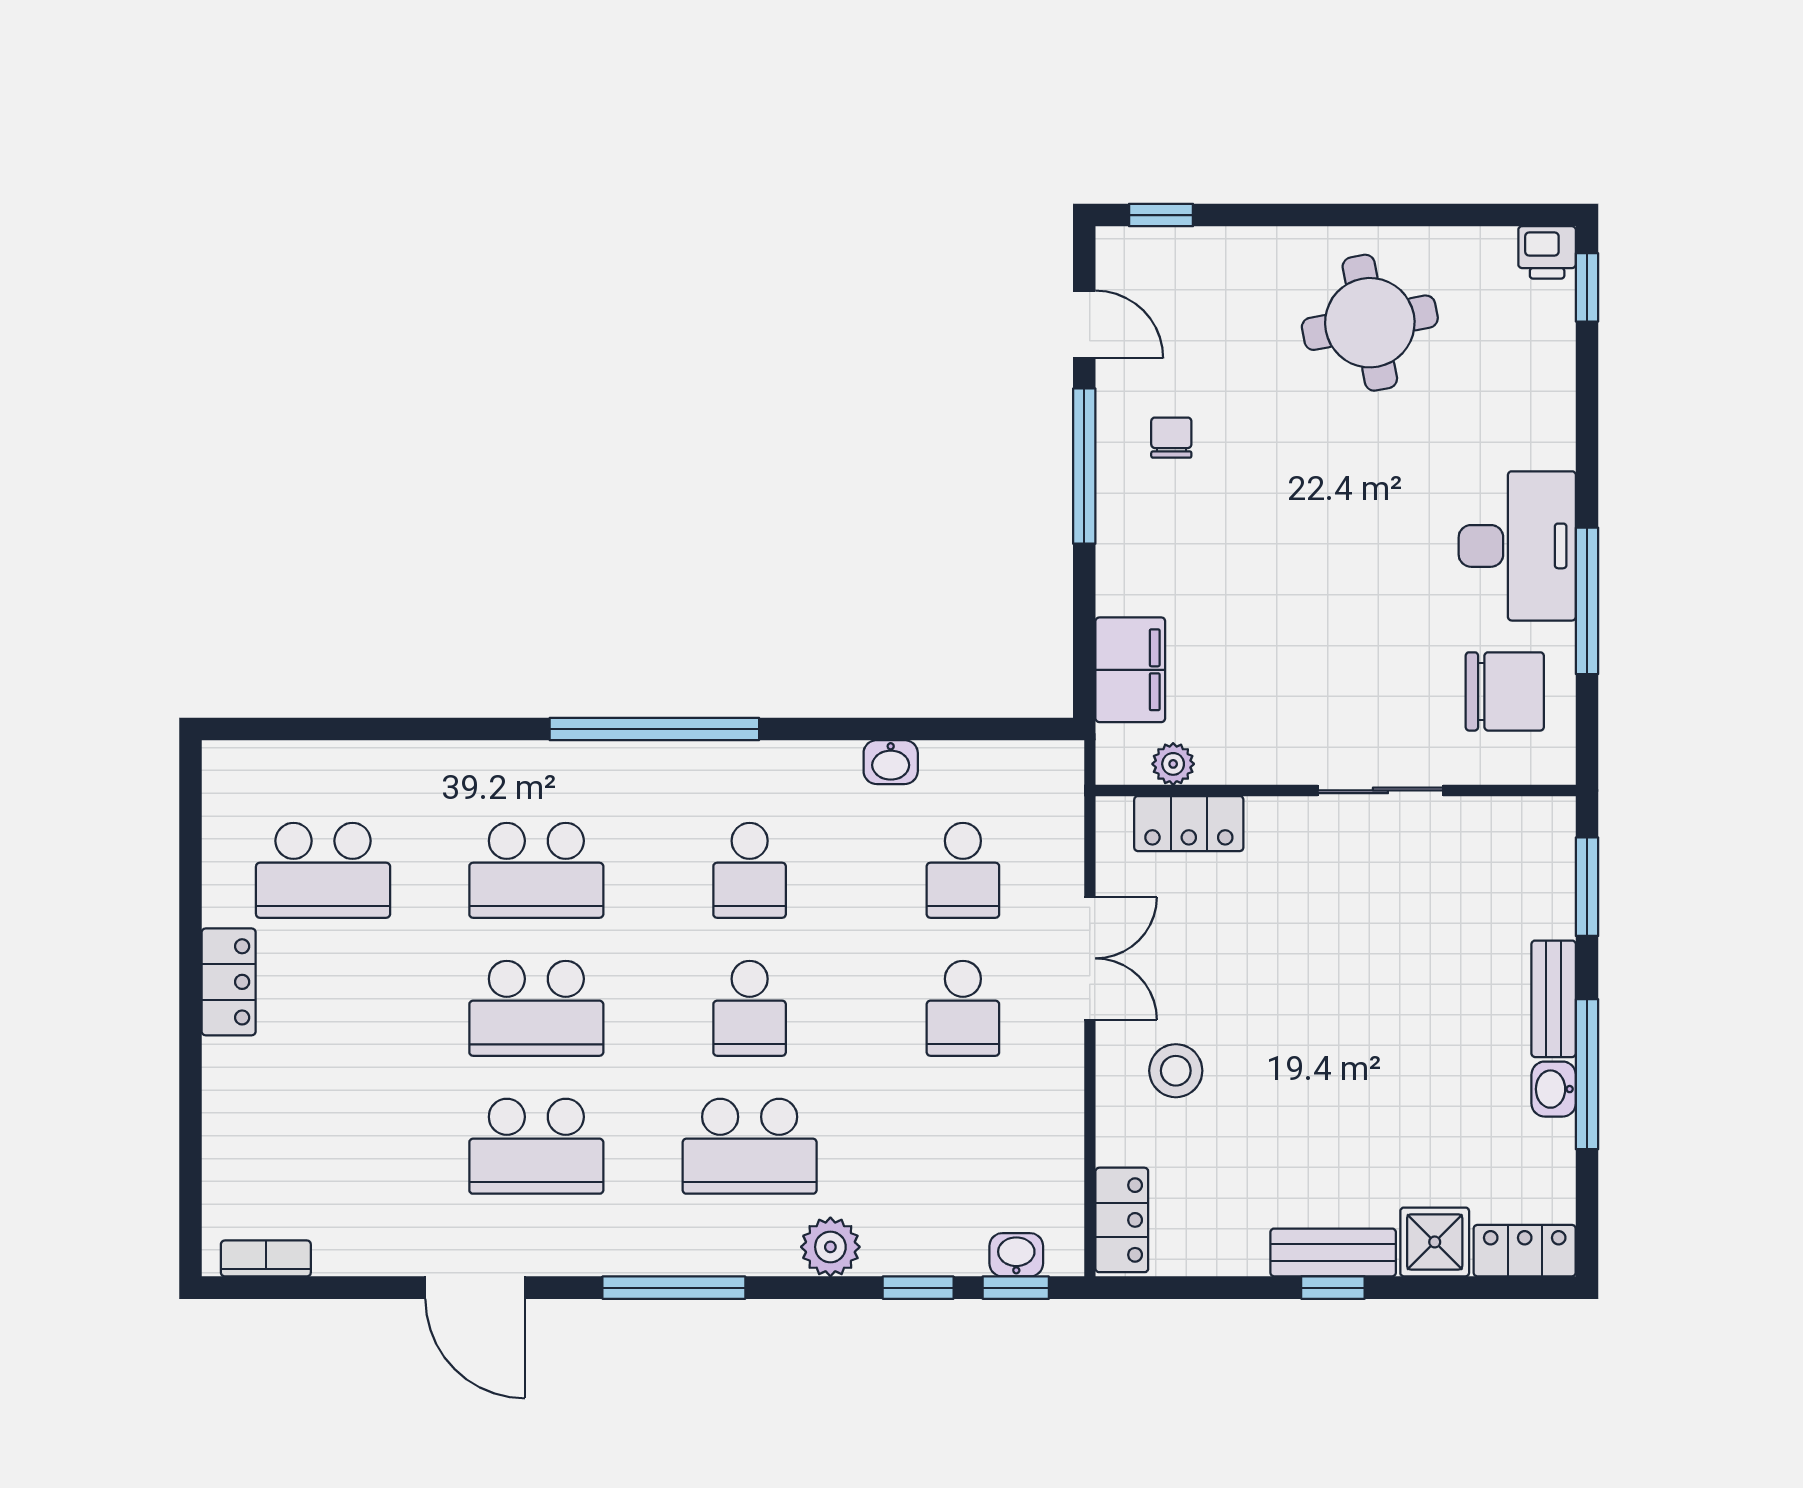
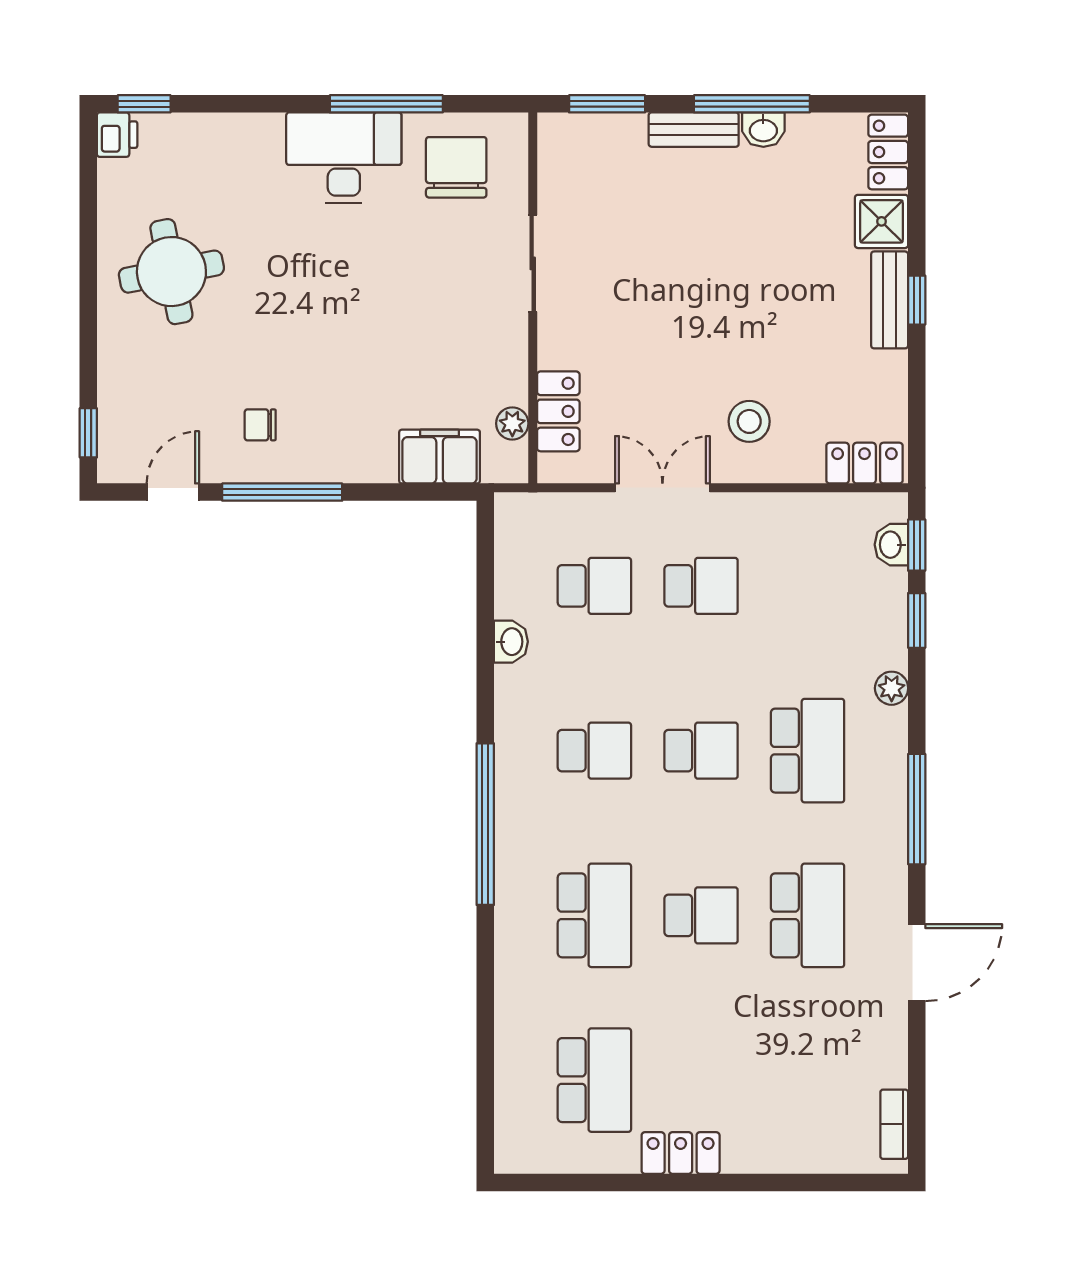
school desk: (536, 1008) -> (701, 915), width x0.54
plant: (830, 1247) -> (892, 688), width x0.73, depth x0.73

